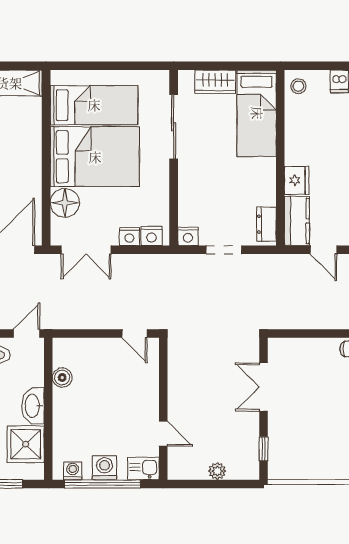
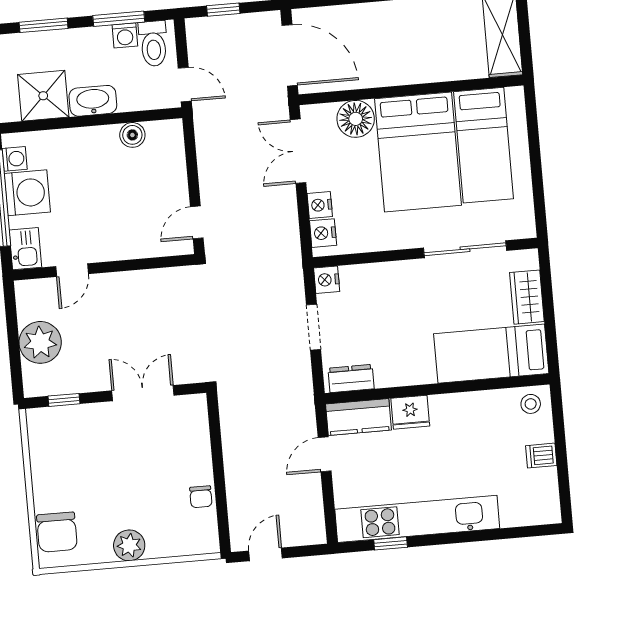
washing machine: (104, 468) -> (27, 193), width x1.37, depth x1.37
plant: (217, 471) -> (40, 342), width x1.87, depth x1.87

